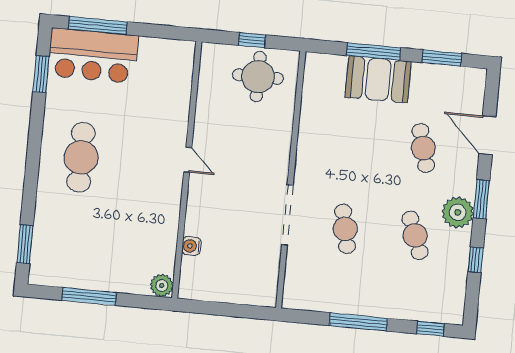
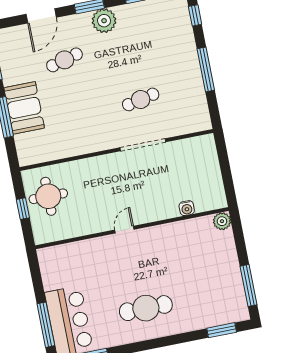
cafe table: (415, 235) -> (130, 47), removed
window: (89, 296) -> (249, 285), moved

